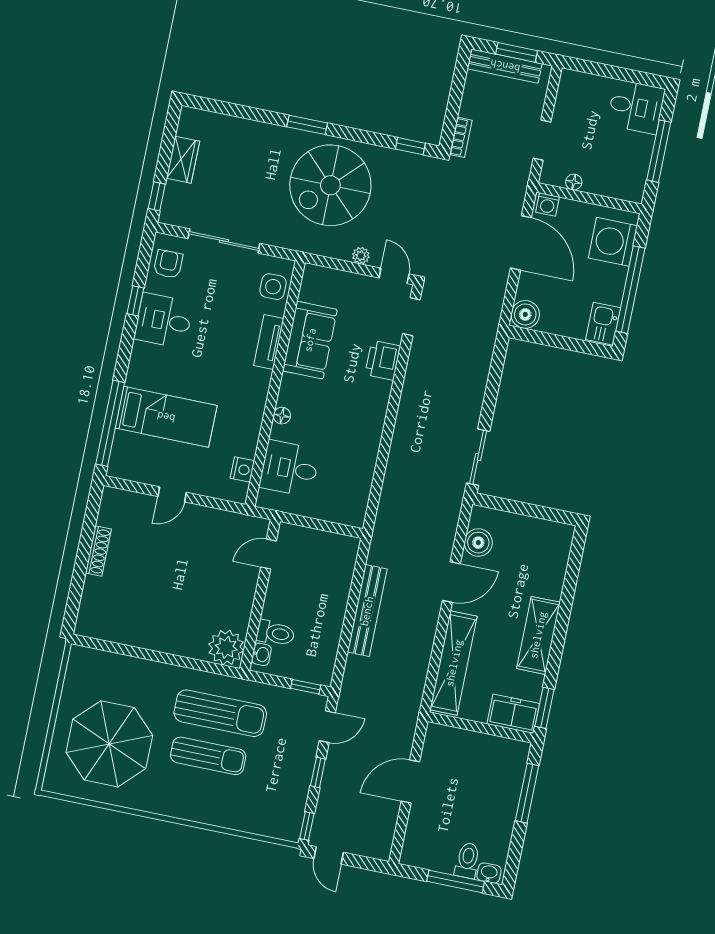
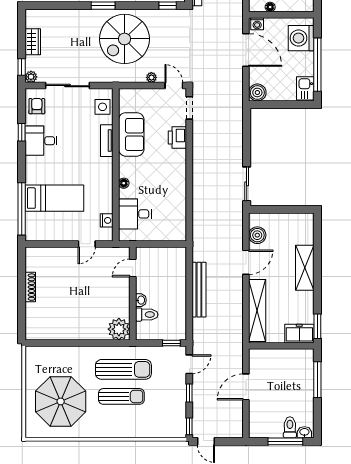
plant: (169, 215) -> (31, 77), added
door: (172, 494) -> (87, 244), moved
shelving: (538, 635) -> (305, 268), moved
washbasin: (261, 654) -> (141, 300), moved

